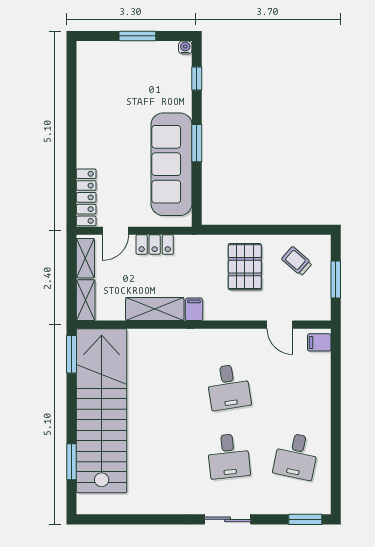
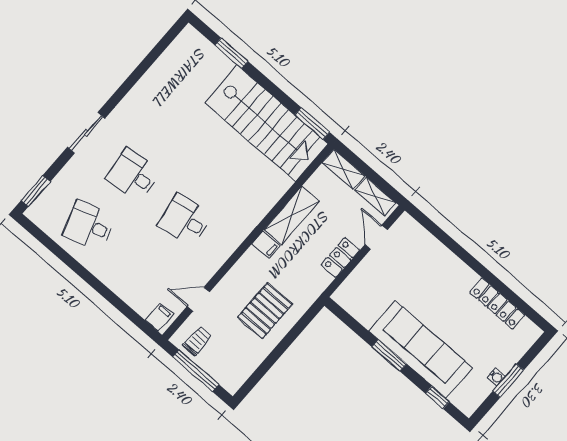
water cooler: (185, 48) -> (496, 377), moved
sofa: (171, 164) -> (420, 349), moved
locker: (86, 197) -> (497, 304), moved
trolley: (297, 261) -> (197, 341), moved, turned -41
pallet: (245, 267) -> (265, 311), turned 90
window: (336, 279) -> (196, 371), width x1.44
stairs: (102, 411) -> (267, 123), width x0.73
desk: (296, 456) -> (89, 226), turned -30

